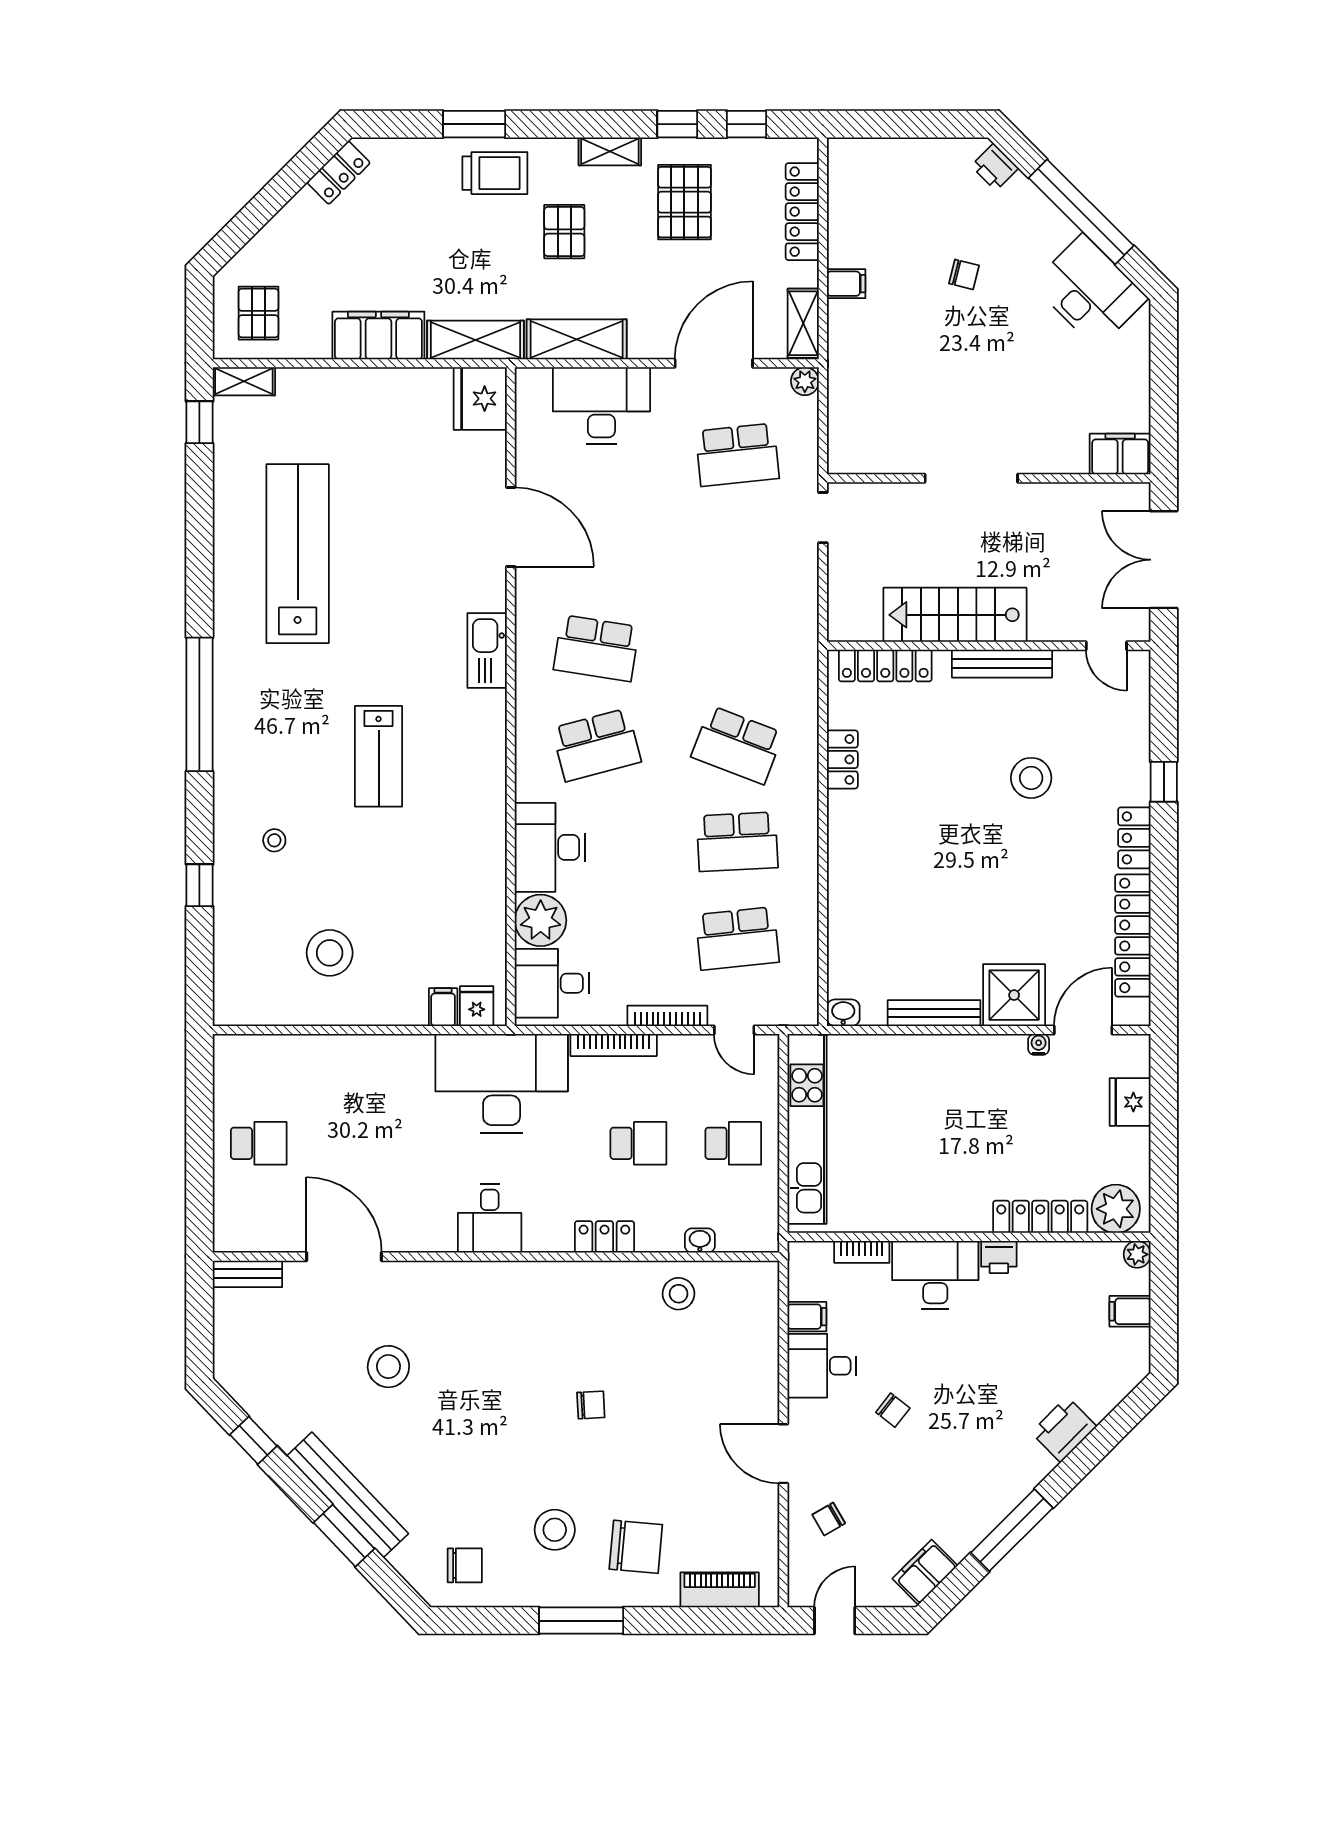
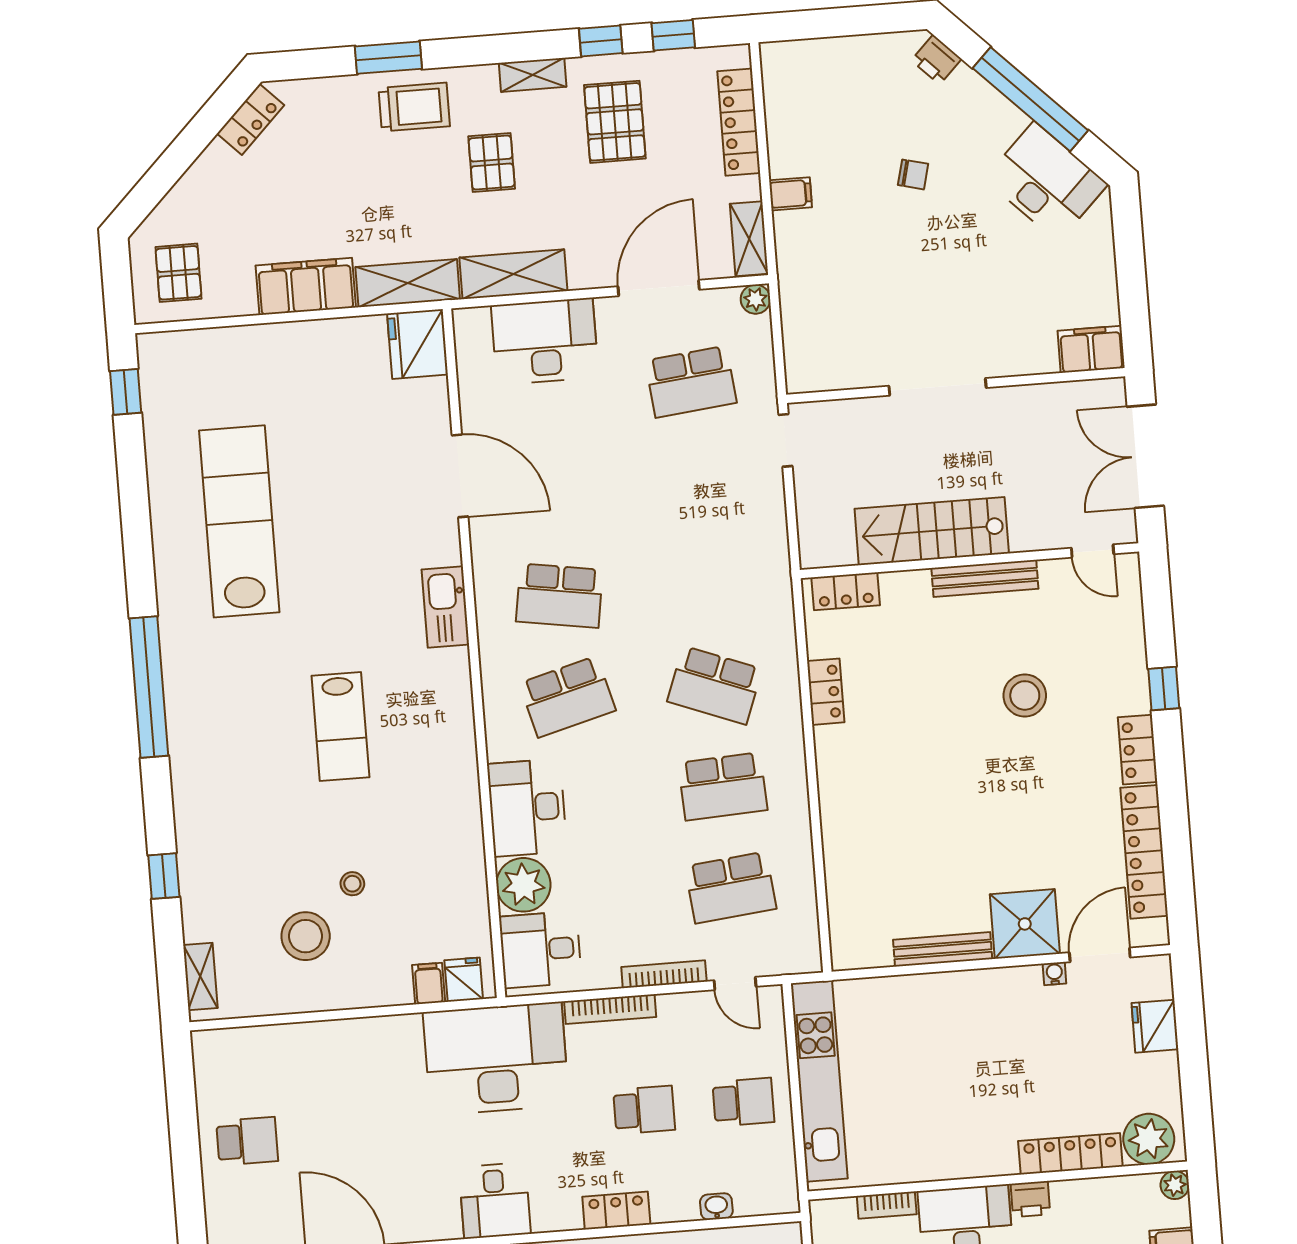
shelving: (244, 381) -> (200, 976), moved, turned 90
locker: (885, 666) -> (846, 591), width x0.66
stool: (274, 840) -> (352, 884), moved
washbasin: (843, 1013) -> (848, 956), removed

